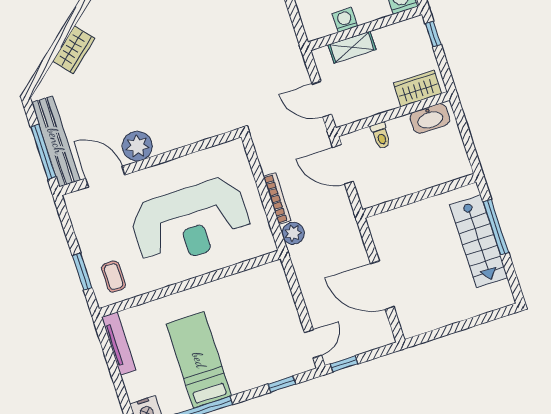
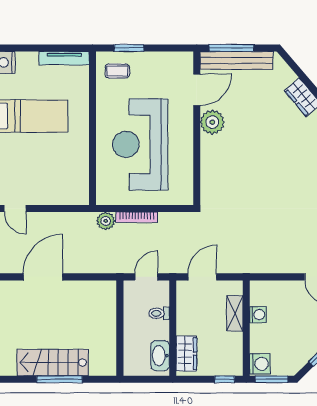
door: (343, 164) -> (146, 277), width x0.73
wall: (419, 196) -> (120, 328), moved

